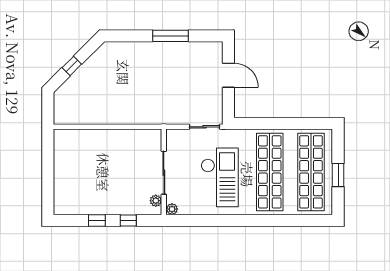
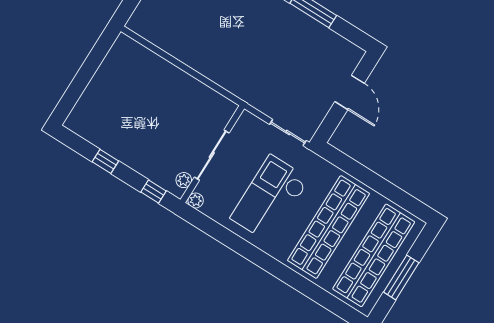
window: (338, 175) -> (401, 277), width x1.44
checkout: (220, 177) -> (270, 198), turned 180
window: (128, 220) -> (153, 191), moved

